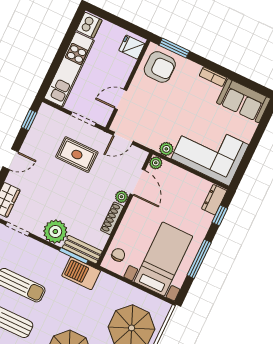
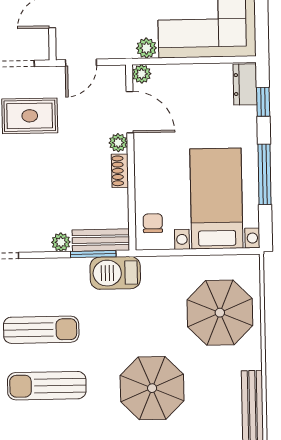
shoe rack: (112, 218) -> (120, 171), width x0.70
plant: (55, 232) -> (61, 242), width x0.53, depth x0.53

